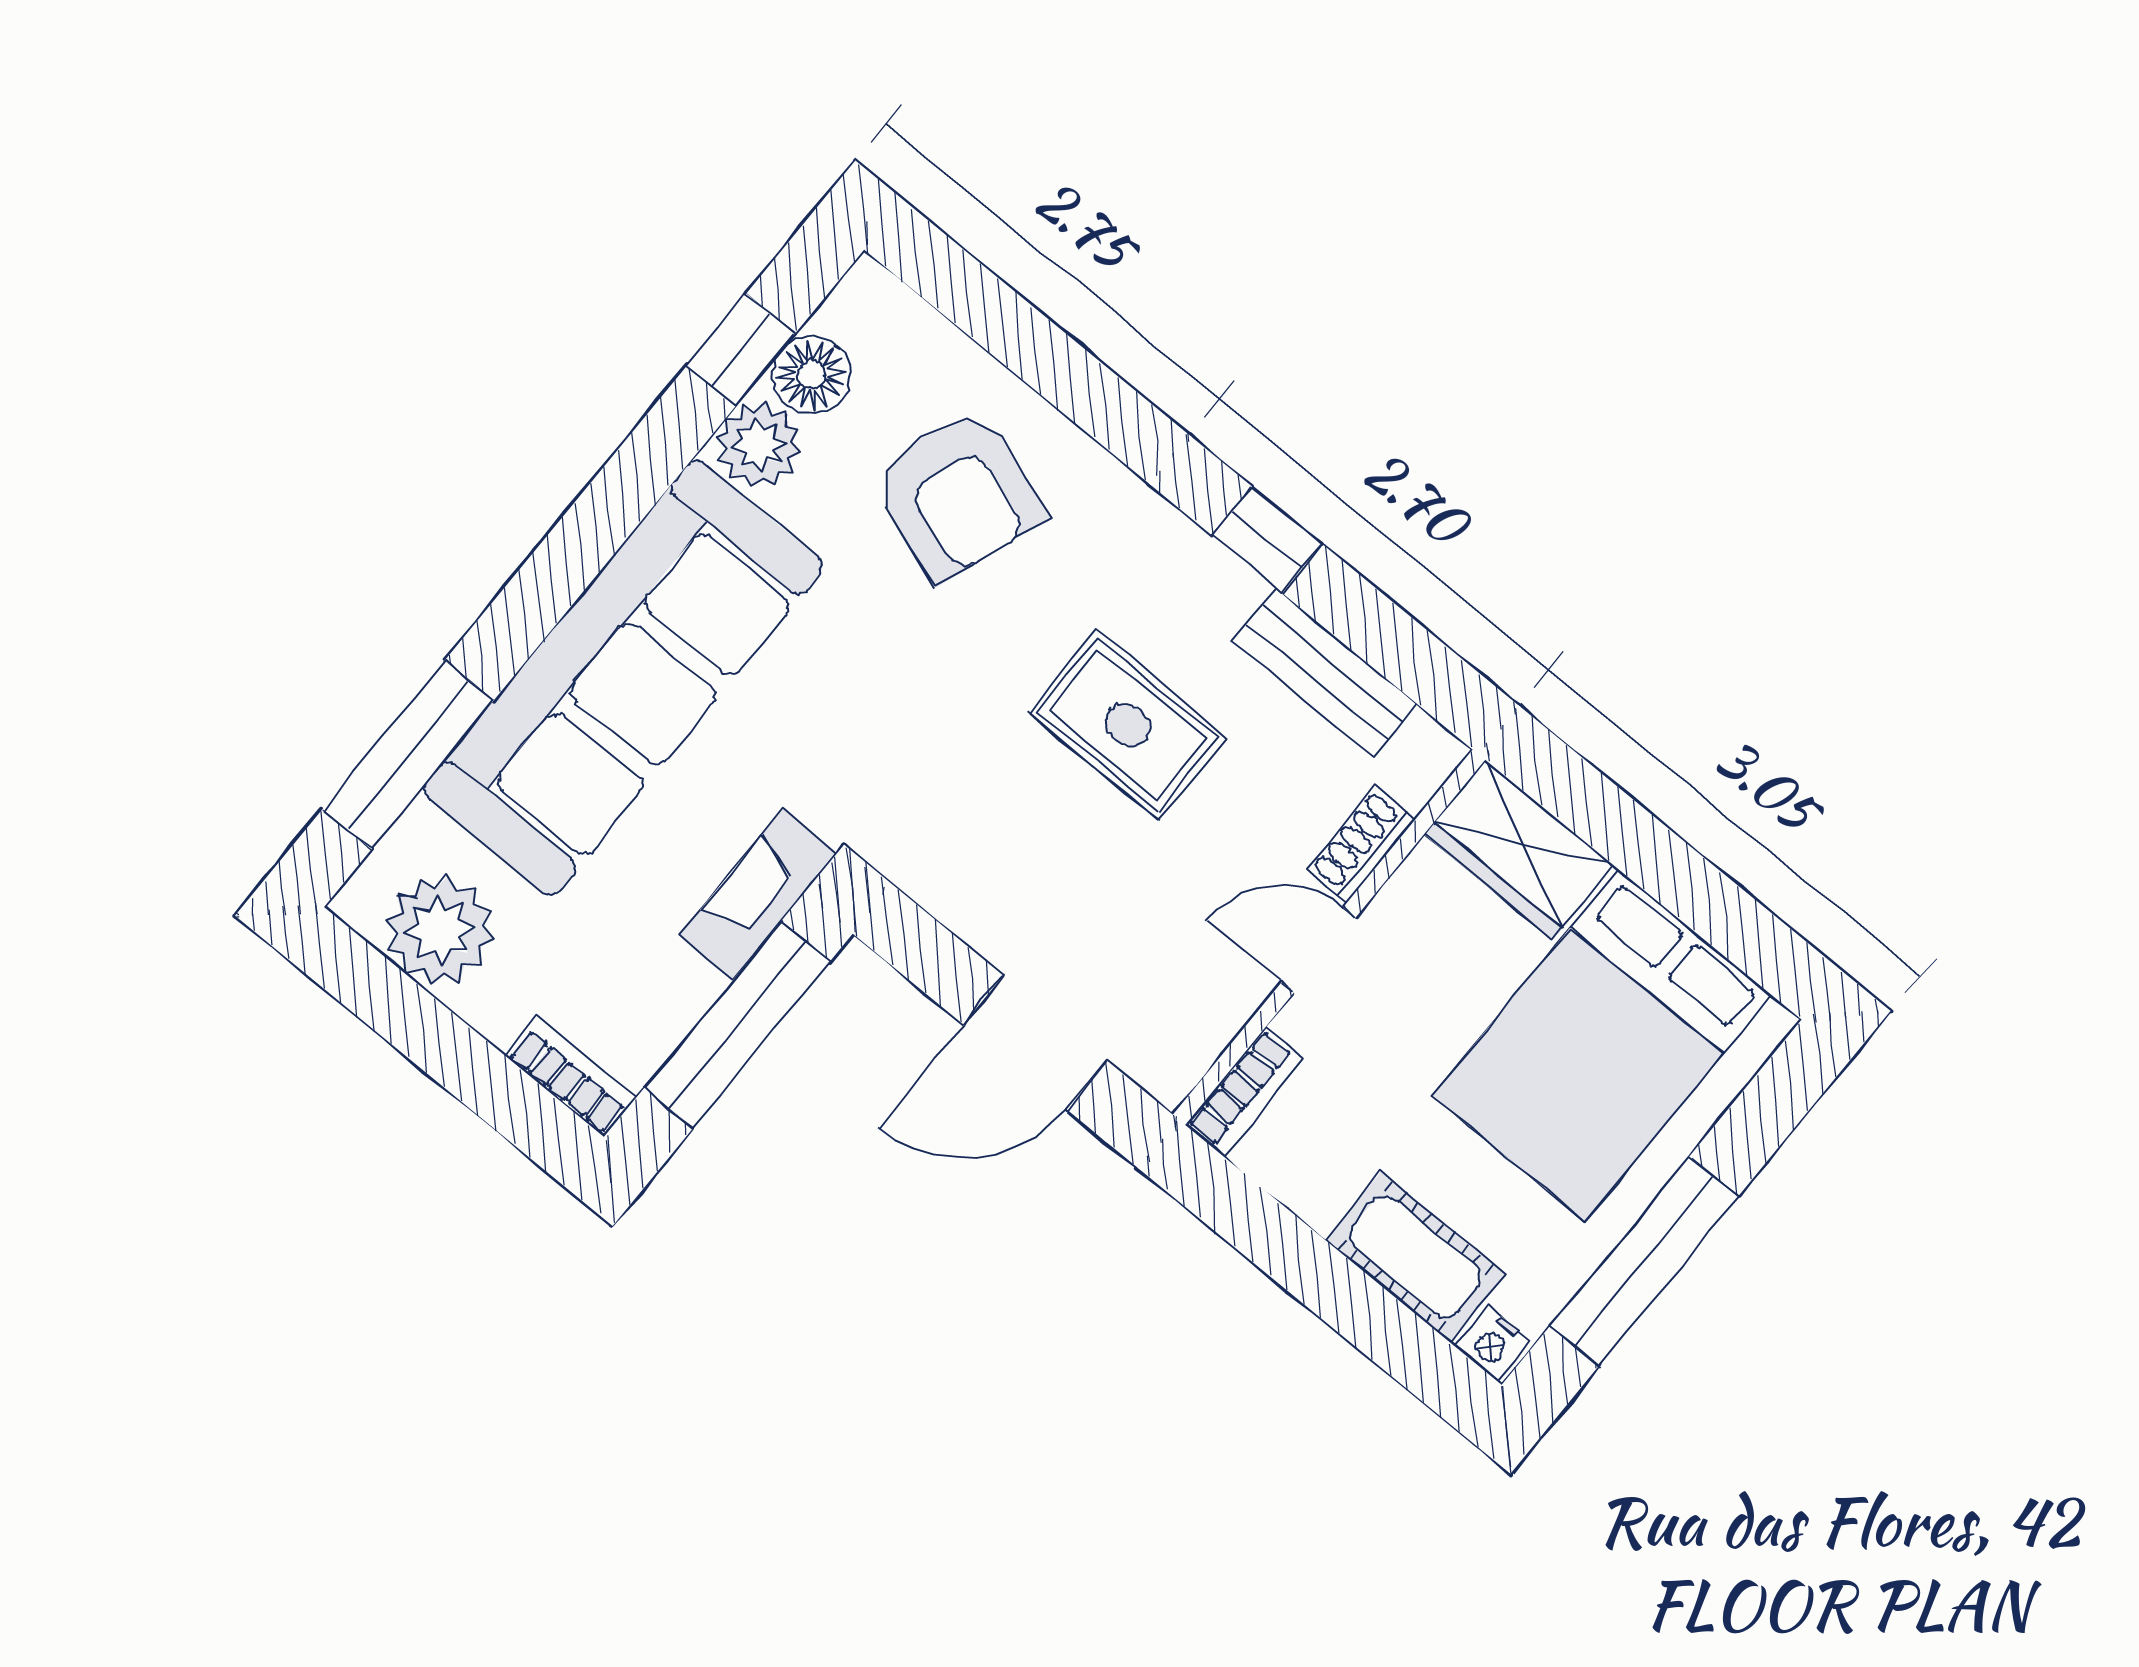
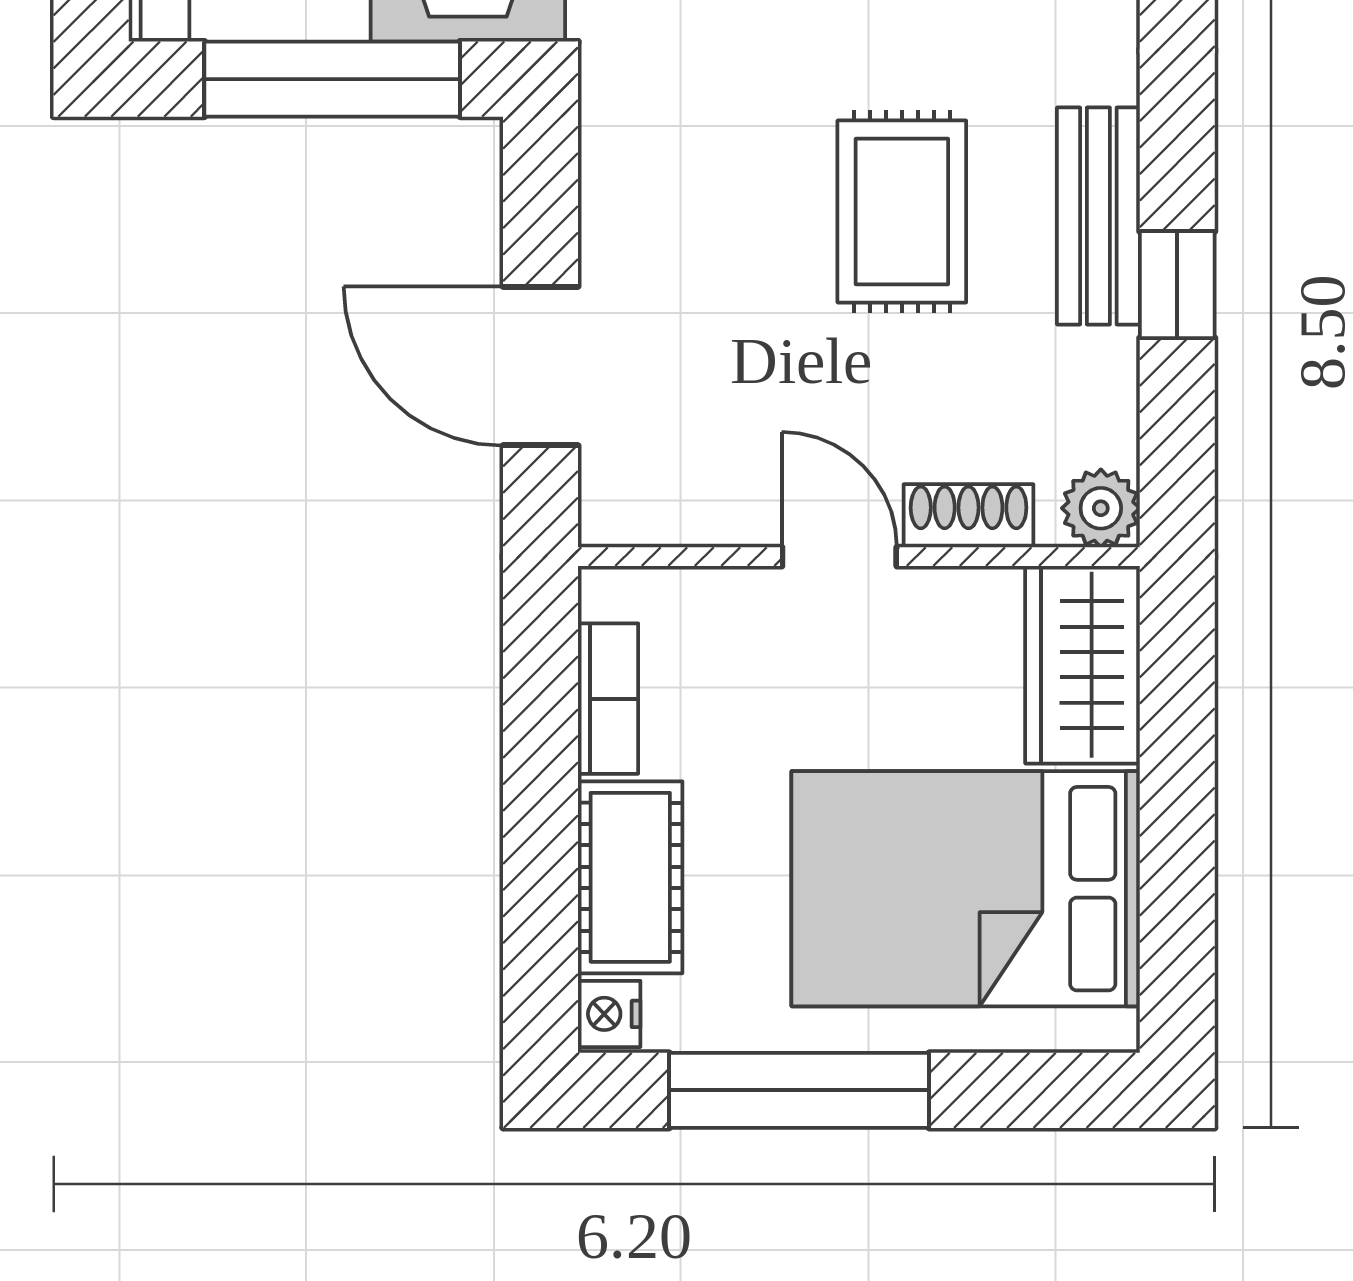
window: (1267, 540) -> (1177, 285), moved
bench: (1325, 673) -> (1098, 216), moved
plant: (1427, 754) -> (1101, 508), added
bookcase: (1245, 1092) -> (608, 699), moved, turned -90

